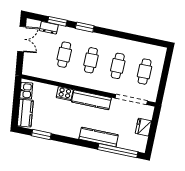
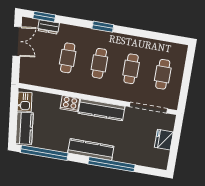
window: (57, 21) -> (44, 17), moved
window: (85, 27) -> (103, 27), moved
window: (41, 135) -> (44, 153), width x2.11
kitchen counter: (99, 137) -> (91, 150), moved
window: (118, 151) -> (111, 164), moved

